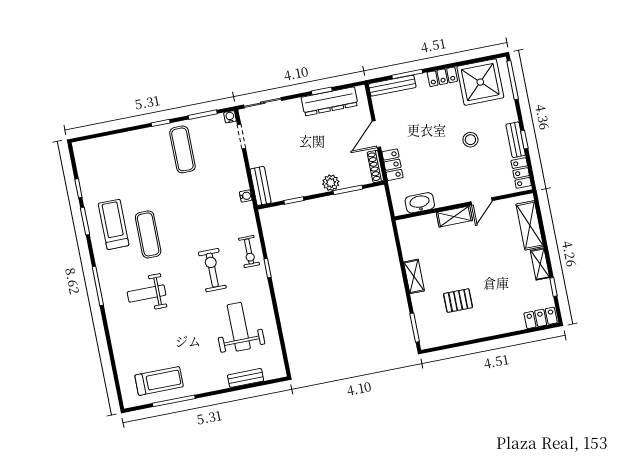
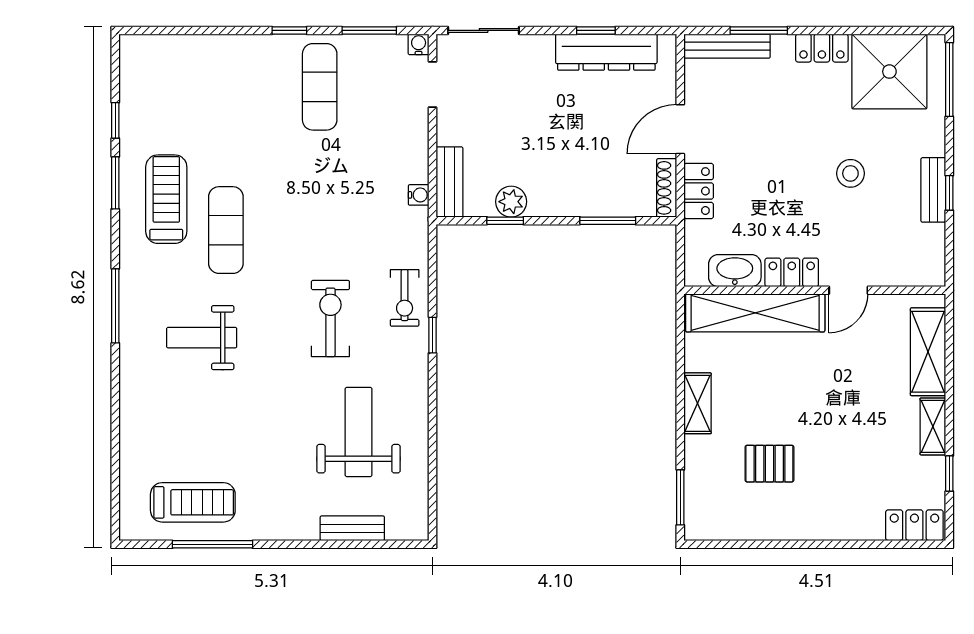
locker: (521, 173) -> (792, 272), moved, turned 90
plant: (331, 183) -> (511, 202), moved
shelving: (454, 216) -> (755, 313), width x2.20, depth x1.33

